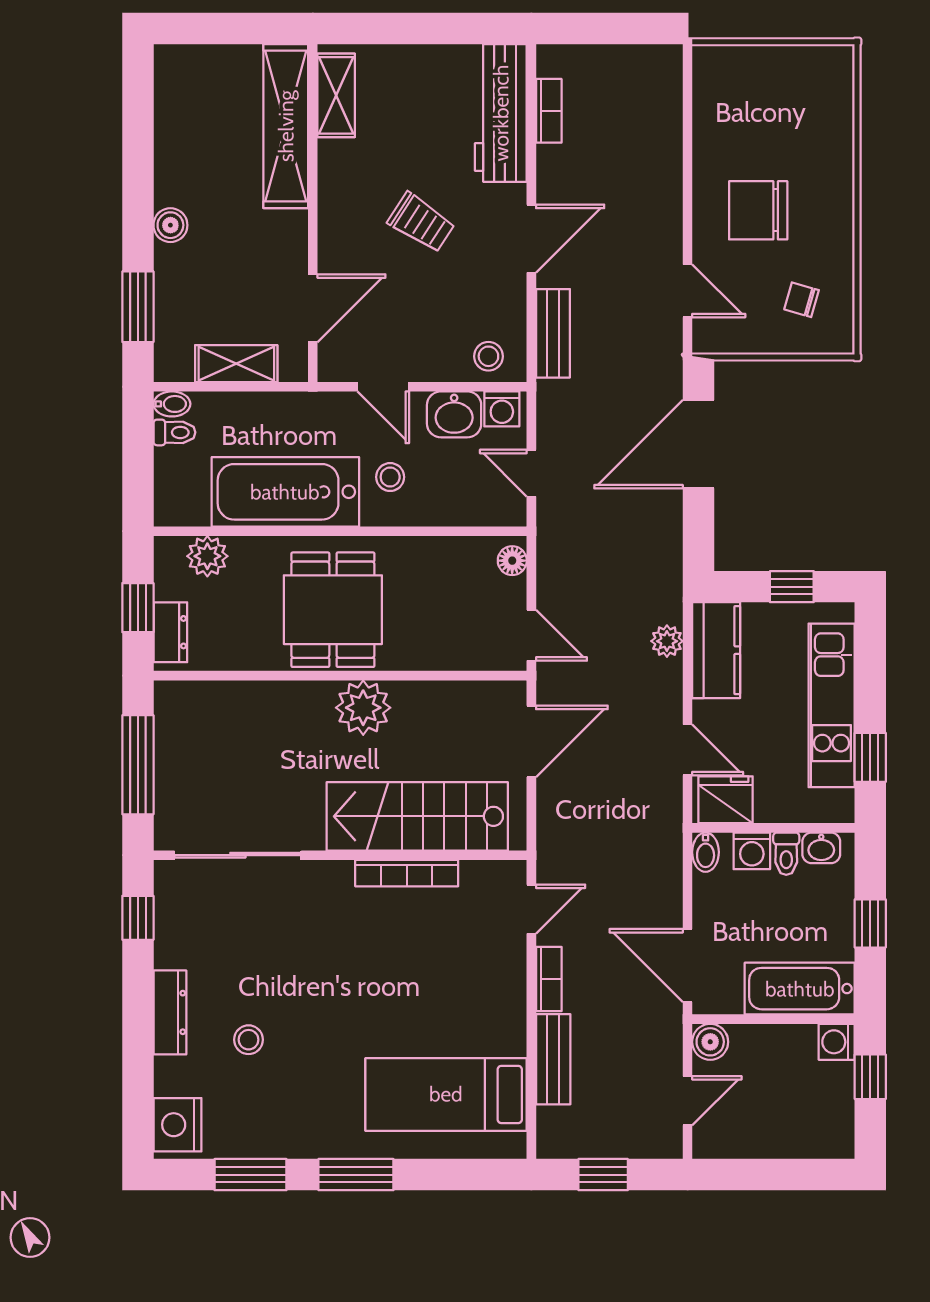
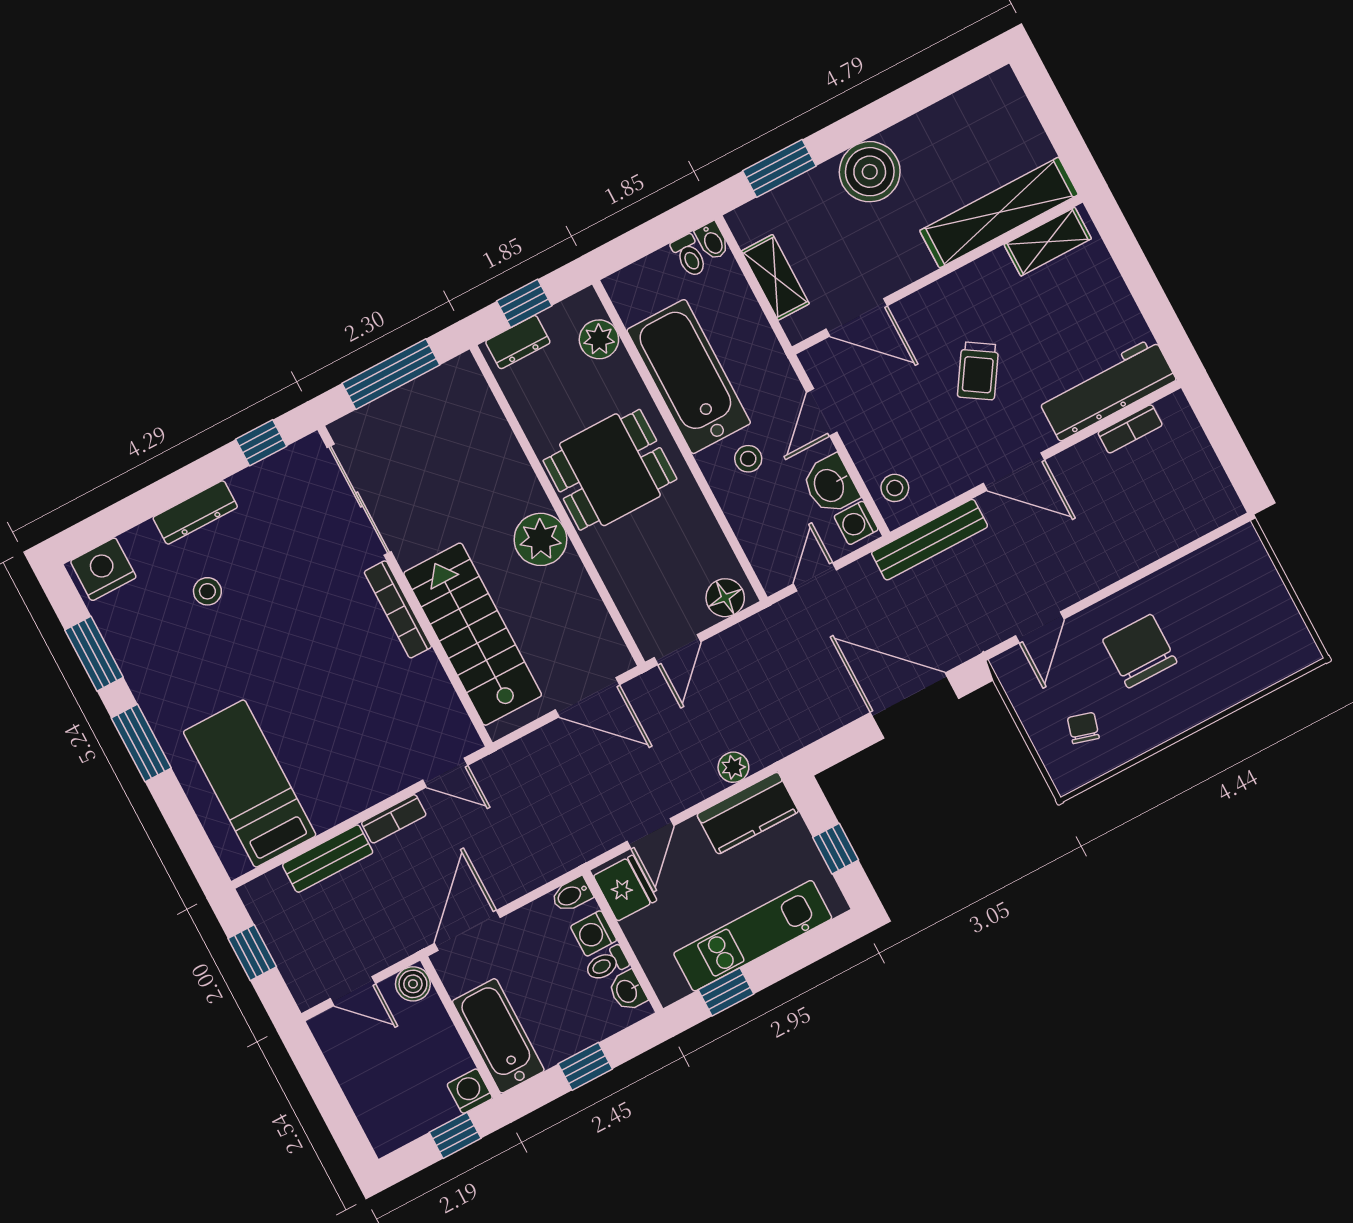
boiler: (170, 225) -> (870, 172), width x1.86, depth x1.86
bench: (553, 333) -> (930, 540), width x1.36
floor lamp: (512, 561) -> (725, 598), width x1.37, depth x1.37
bookcase: (407, 873) -> (398, 609), moved

